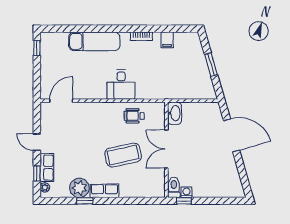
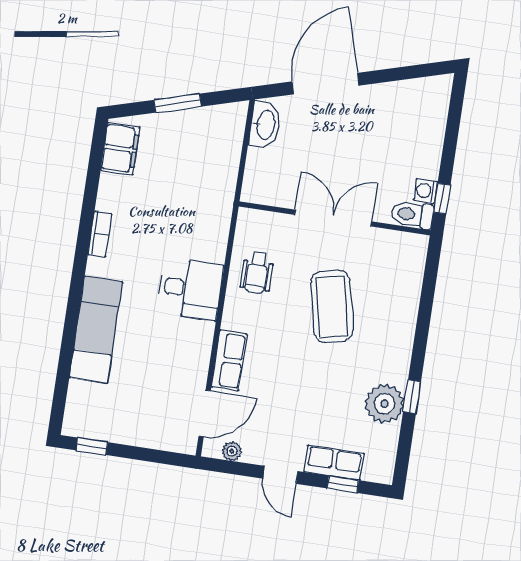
filing cabinet: (167, 40) -> (120, 149), moved, width x2.00
door: (61, 101) -> (205, 414), swing flipped
washbasin: (174, 113) -> (265, 125), moved, turned 90
door: (37, 142) -> (280, 475), hinge flipped
double door: (166, 149) -> (333, 218), swing flipped
plant: (45, 187) -> (232, 451), moved
row of seats: (104, 191) -> (229, 360), moved, turned 180

